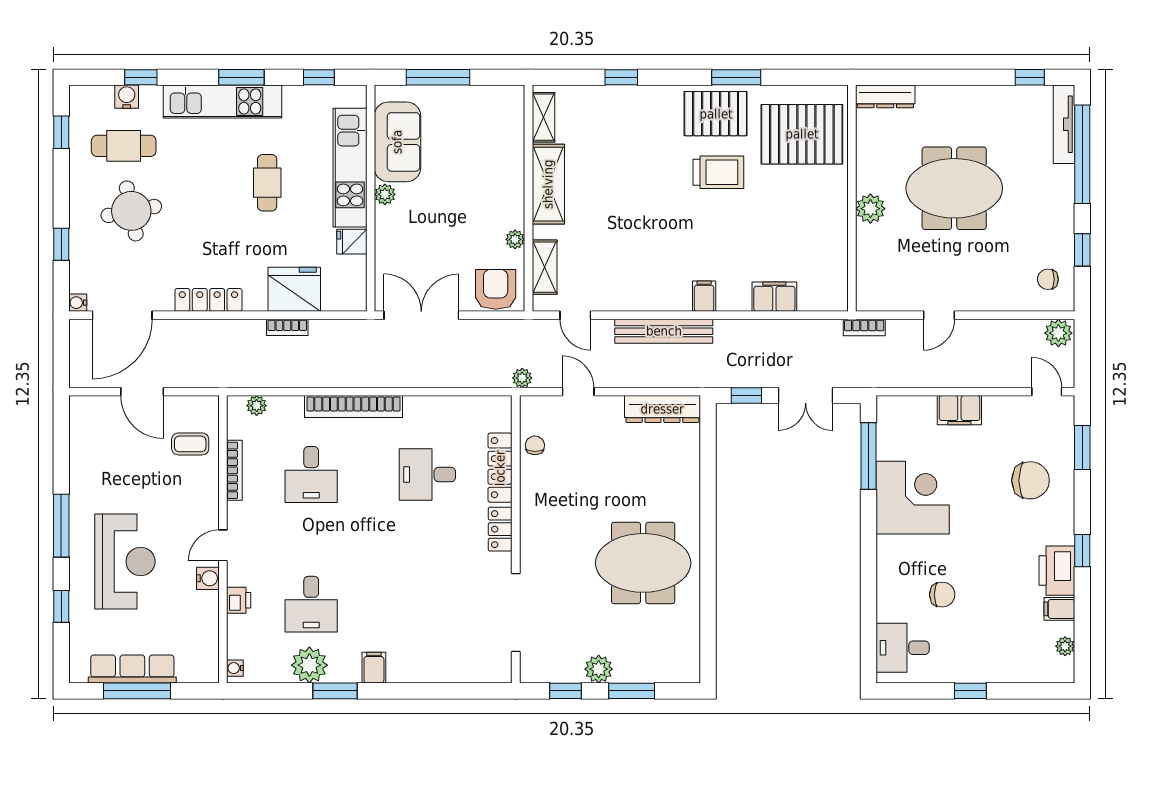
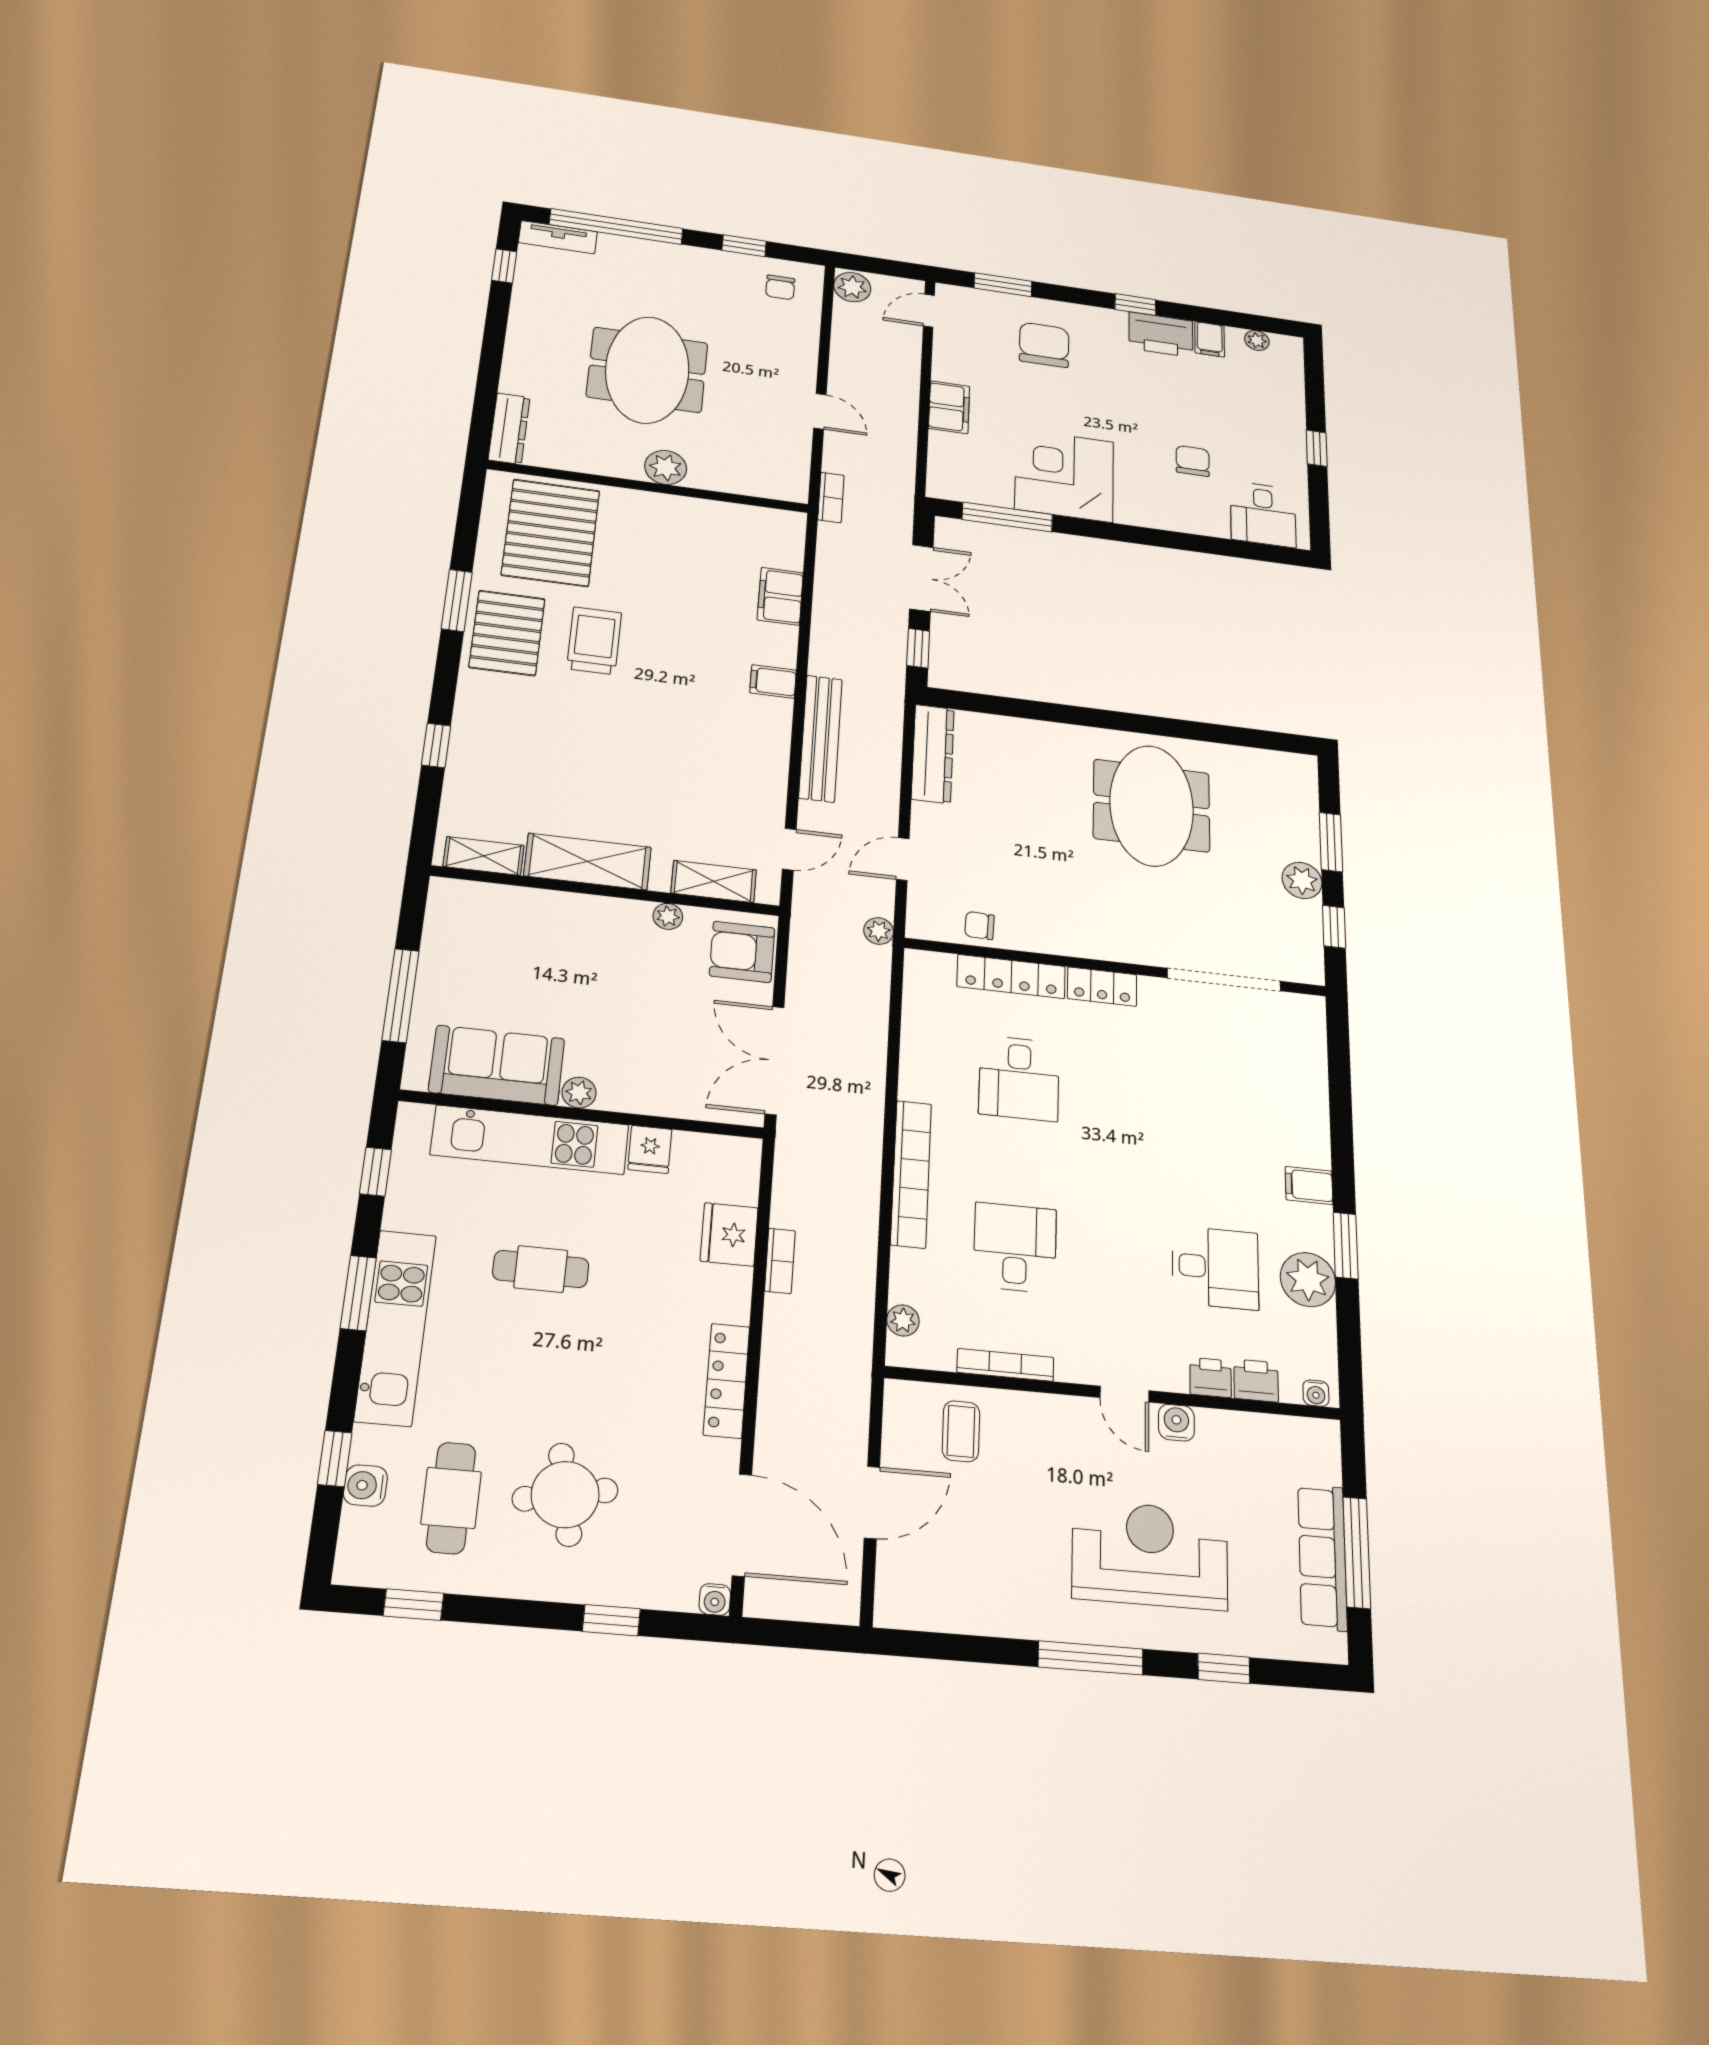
tv unit: (1064, 124) -> (558, 237), width x0.71
fridge: (294, 289) -> (729, 1234), width x0.73, depth x0.75
desk: (311, 475) -> (1015, 1248), turned -90
printer: (240, 630) -> (1256, 1380), added

